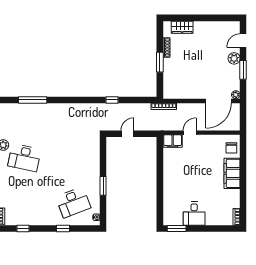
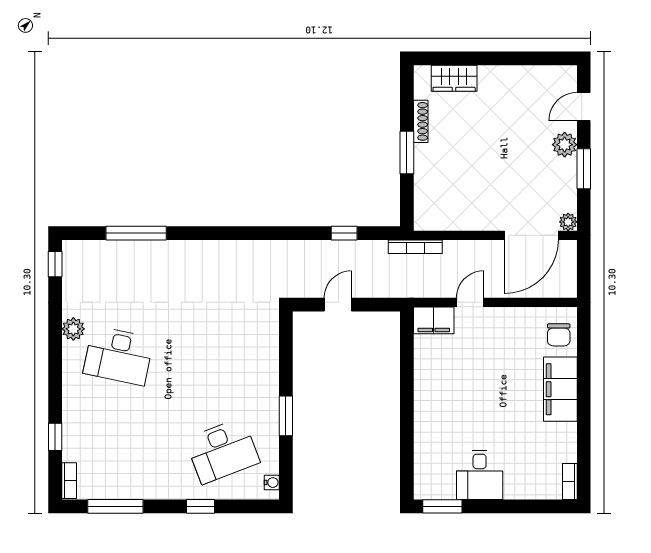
window: (112, 100) -> (344, 233), moved
window: (23, 228) -> (115, 506), width x2.17

